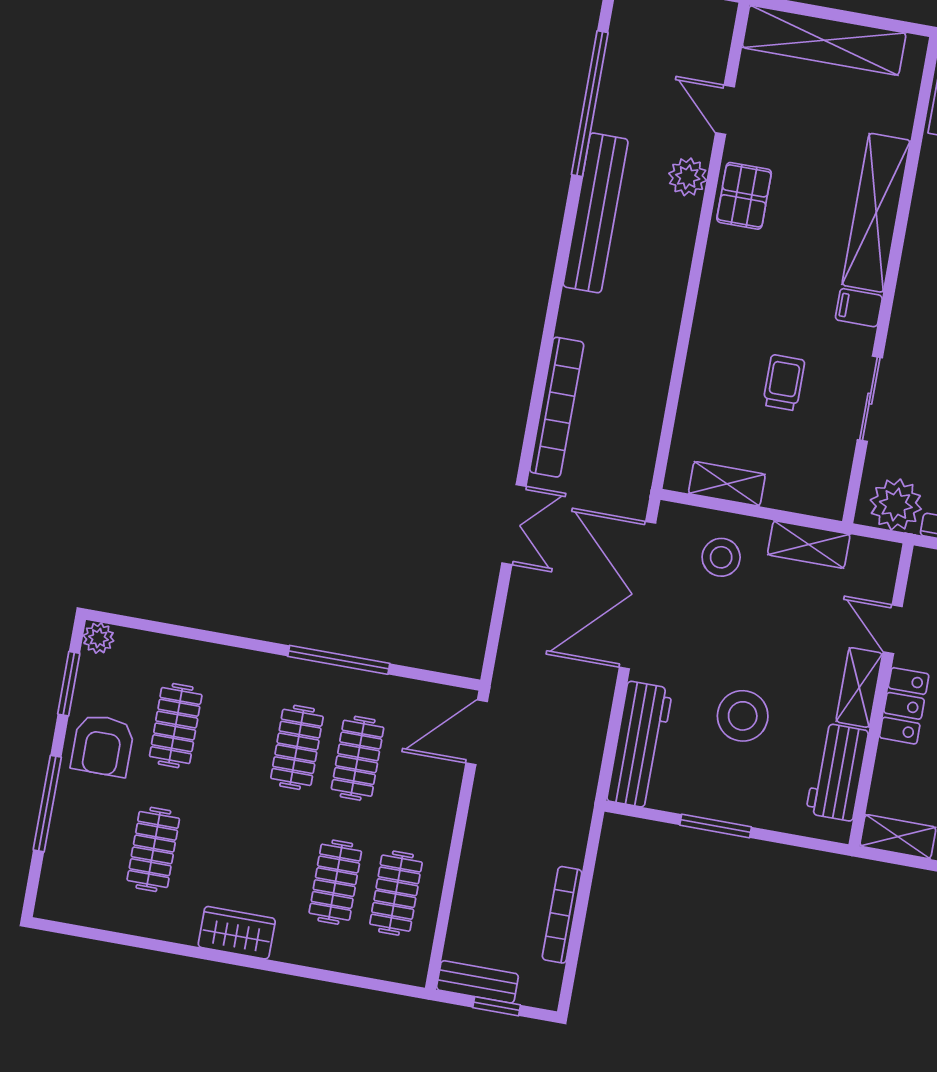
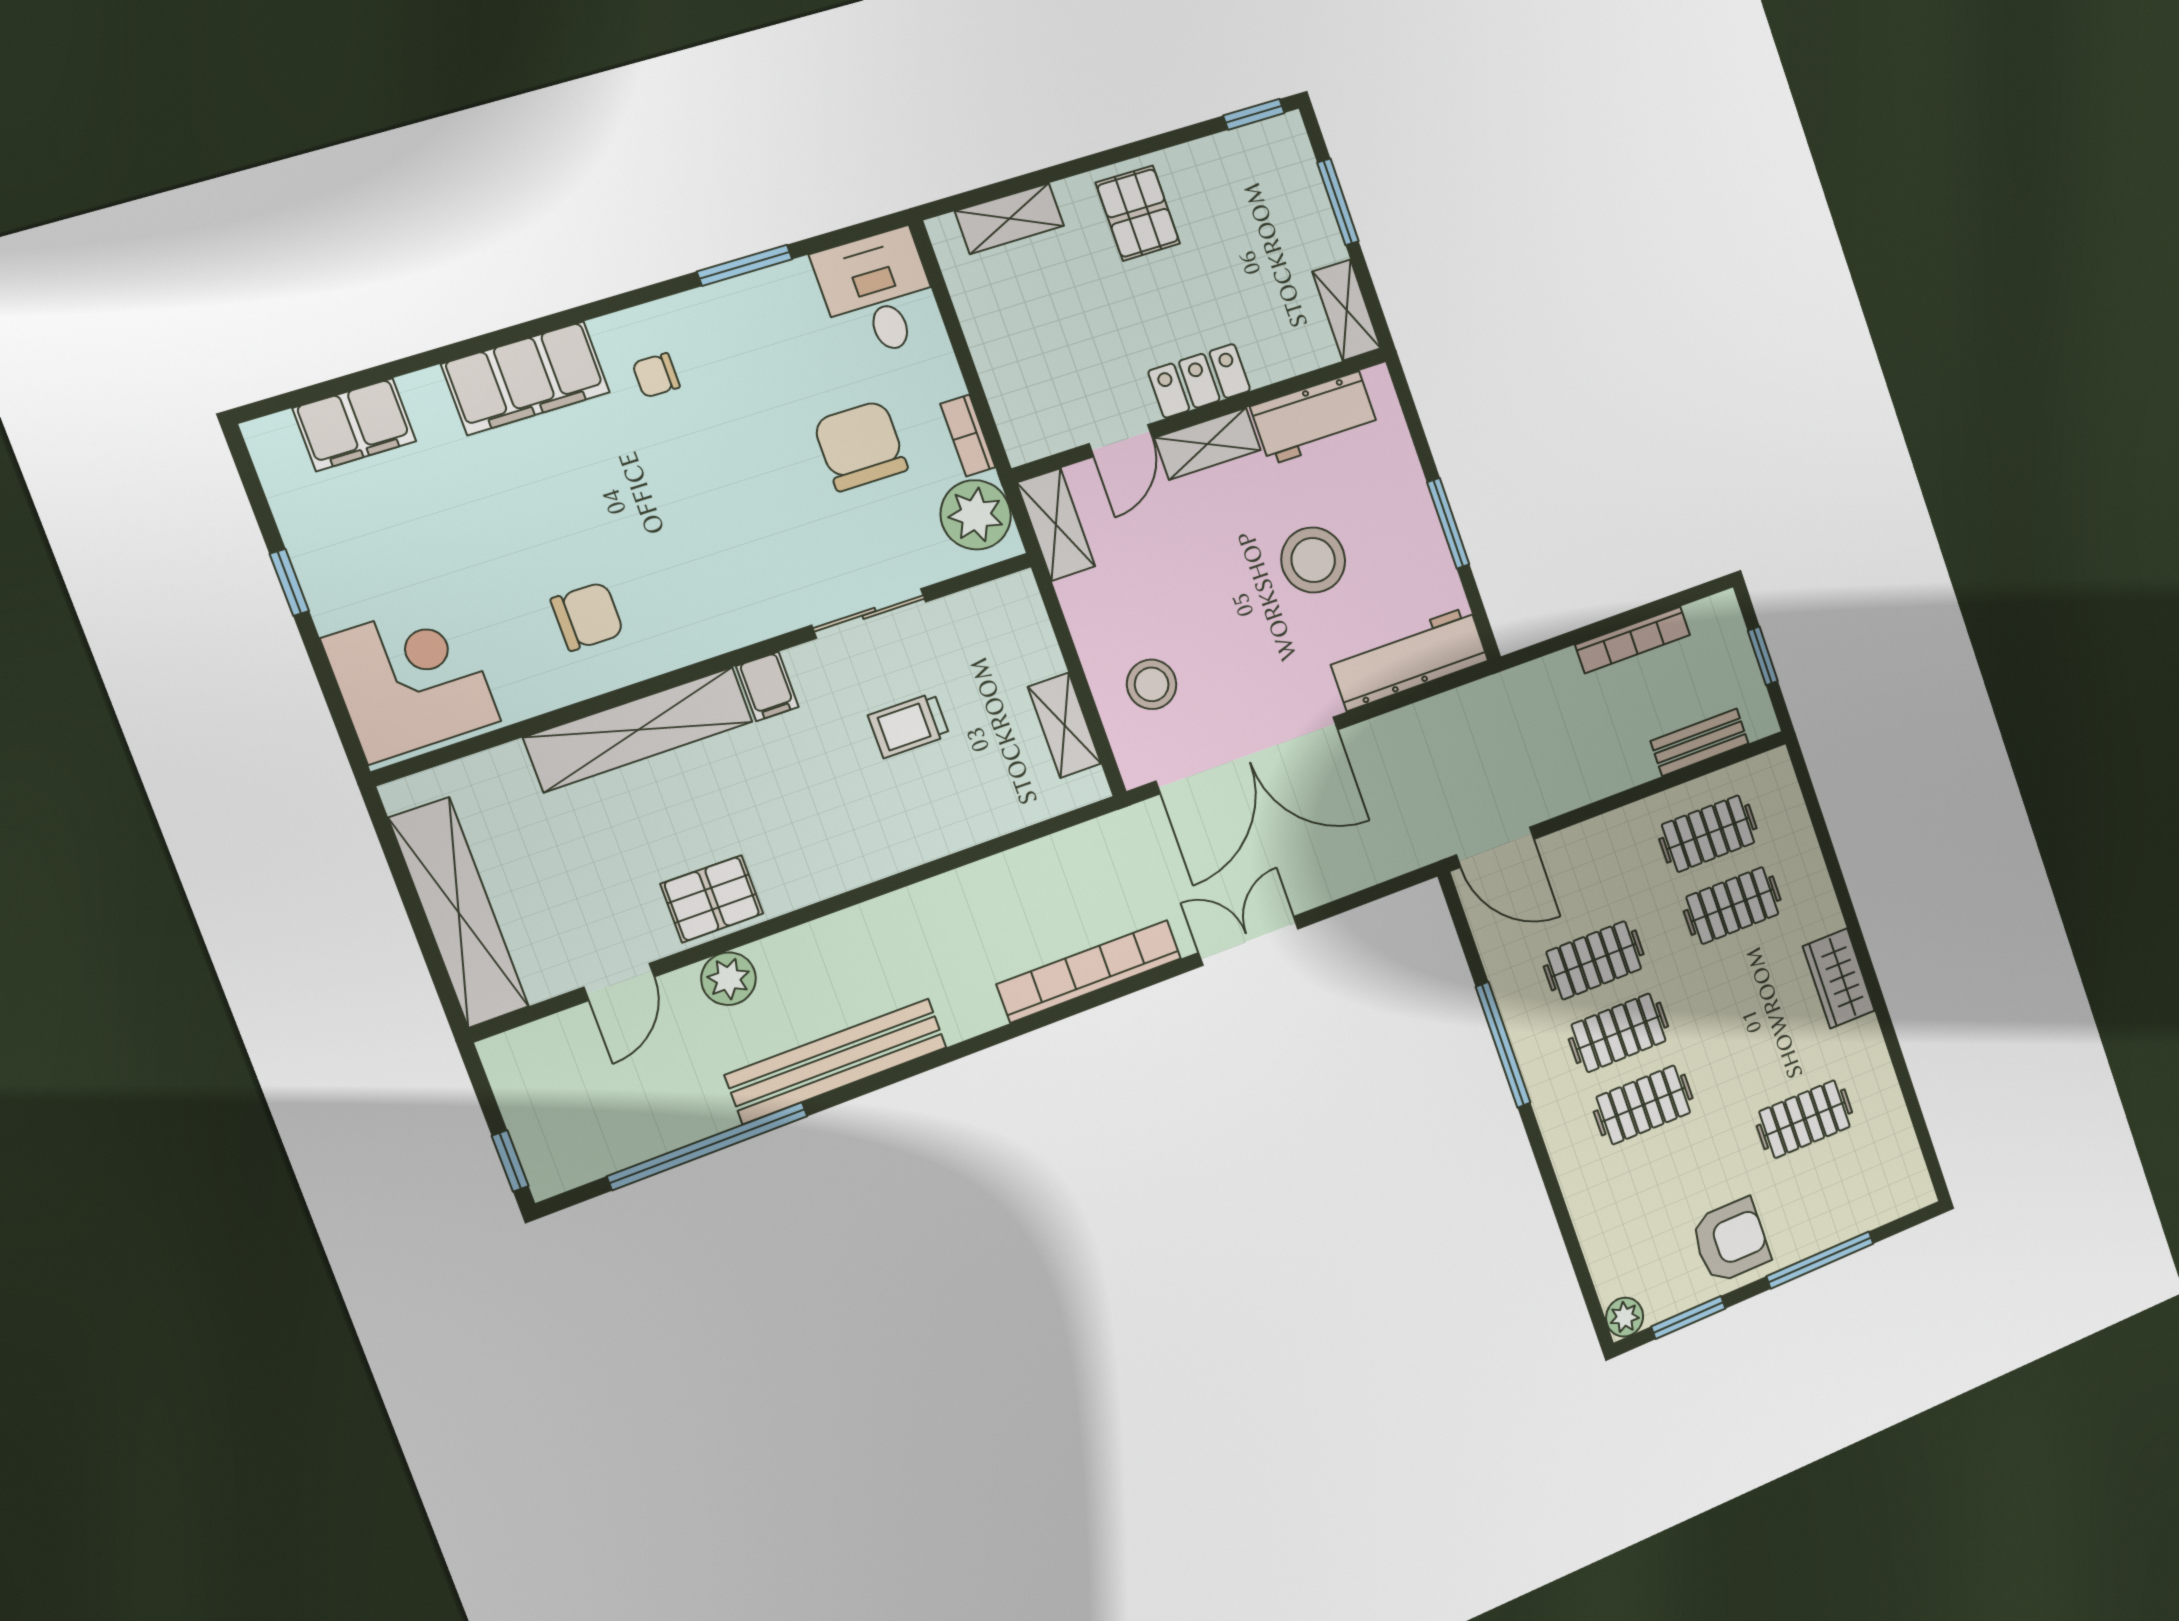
shelving: (809, 544) -> (1056, 525), moved
clothes rail: (176, 726) -> (1643, 1105), moved
bench: (477, 982) -> (1700, 742), moved, turned 90

